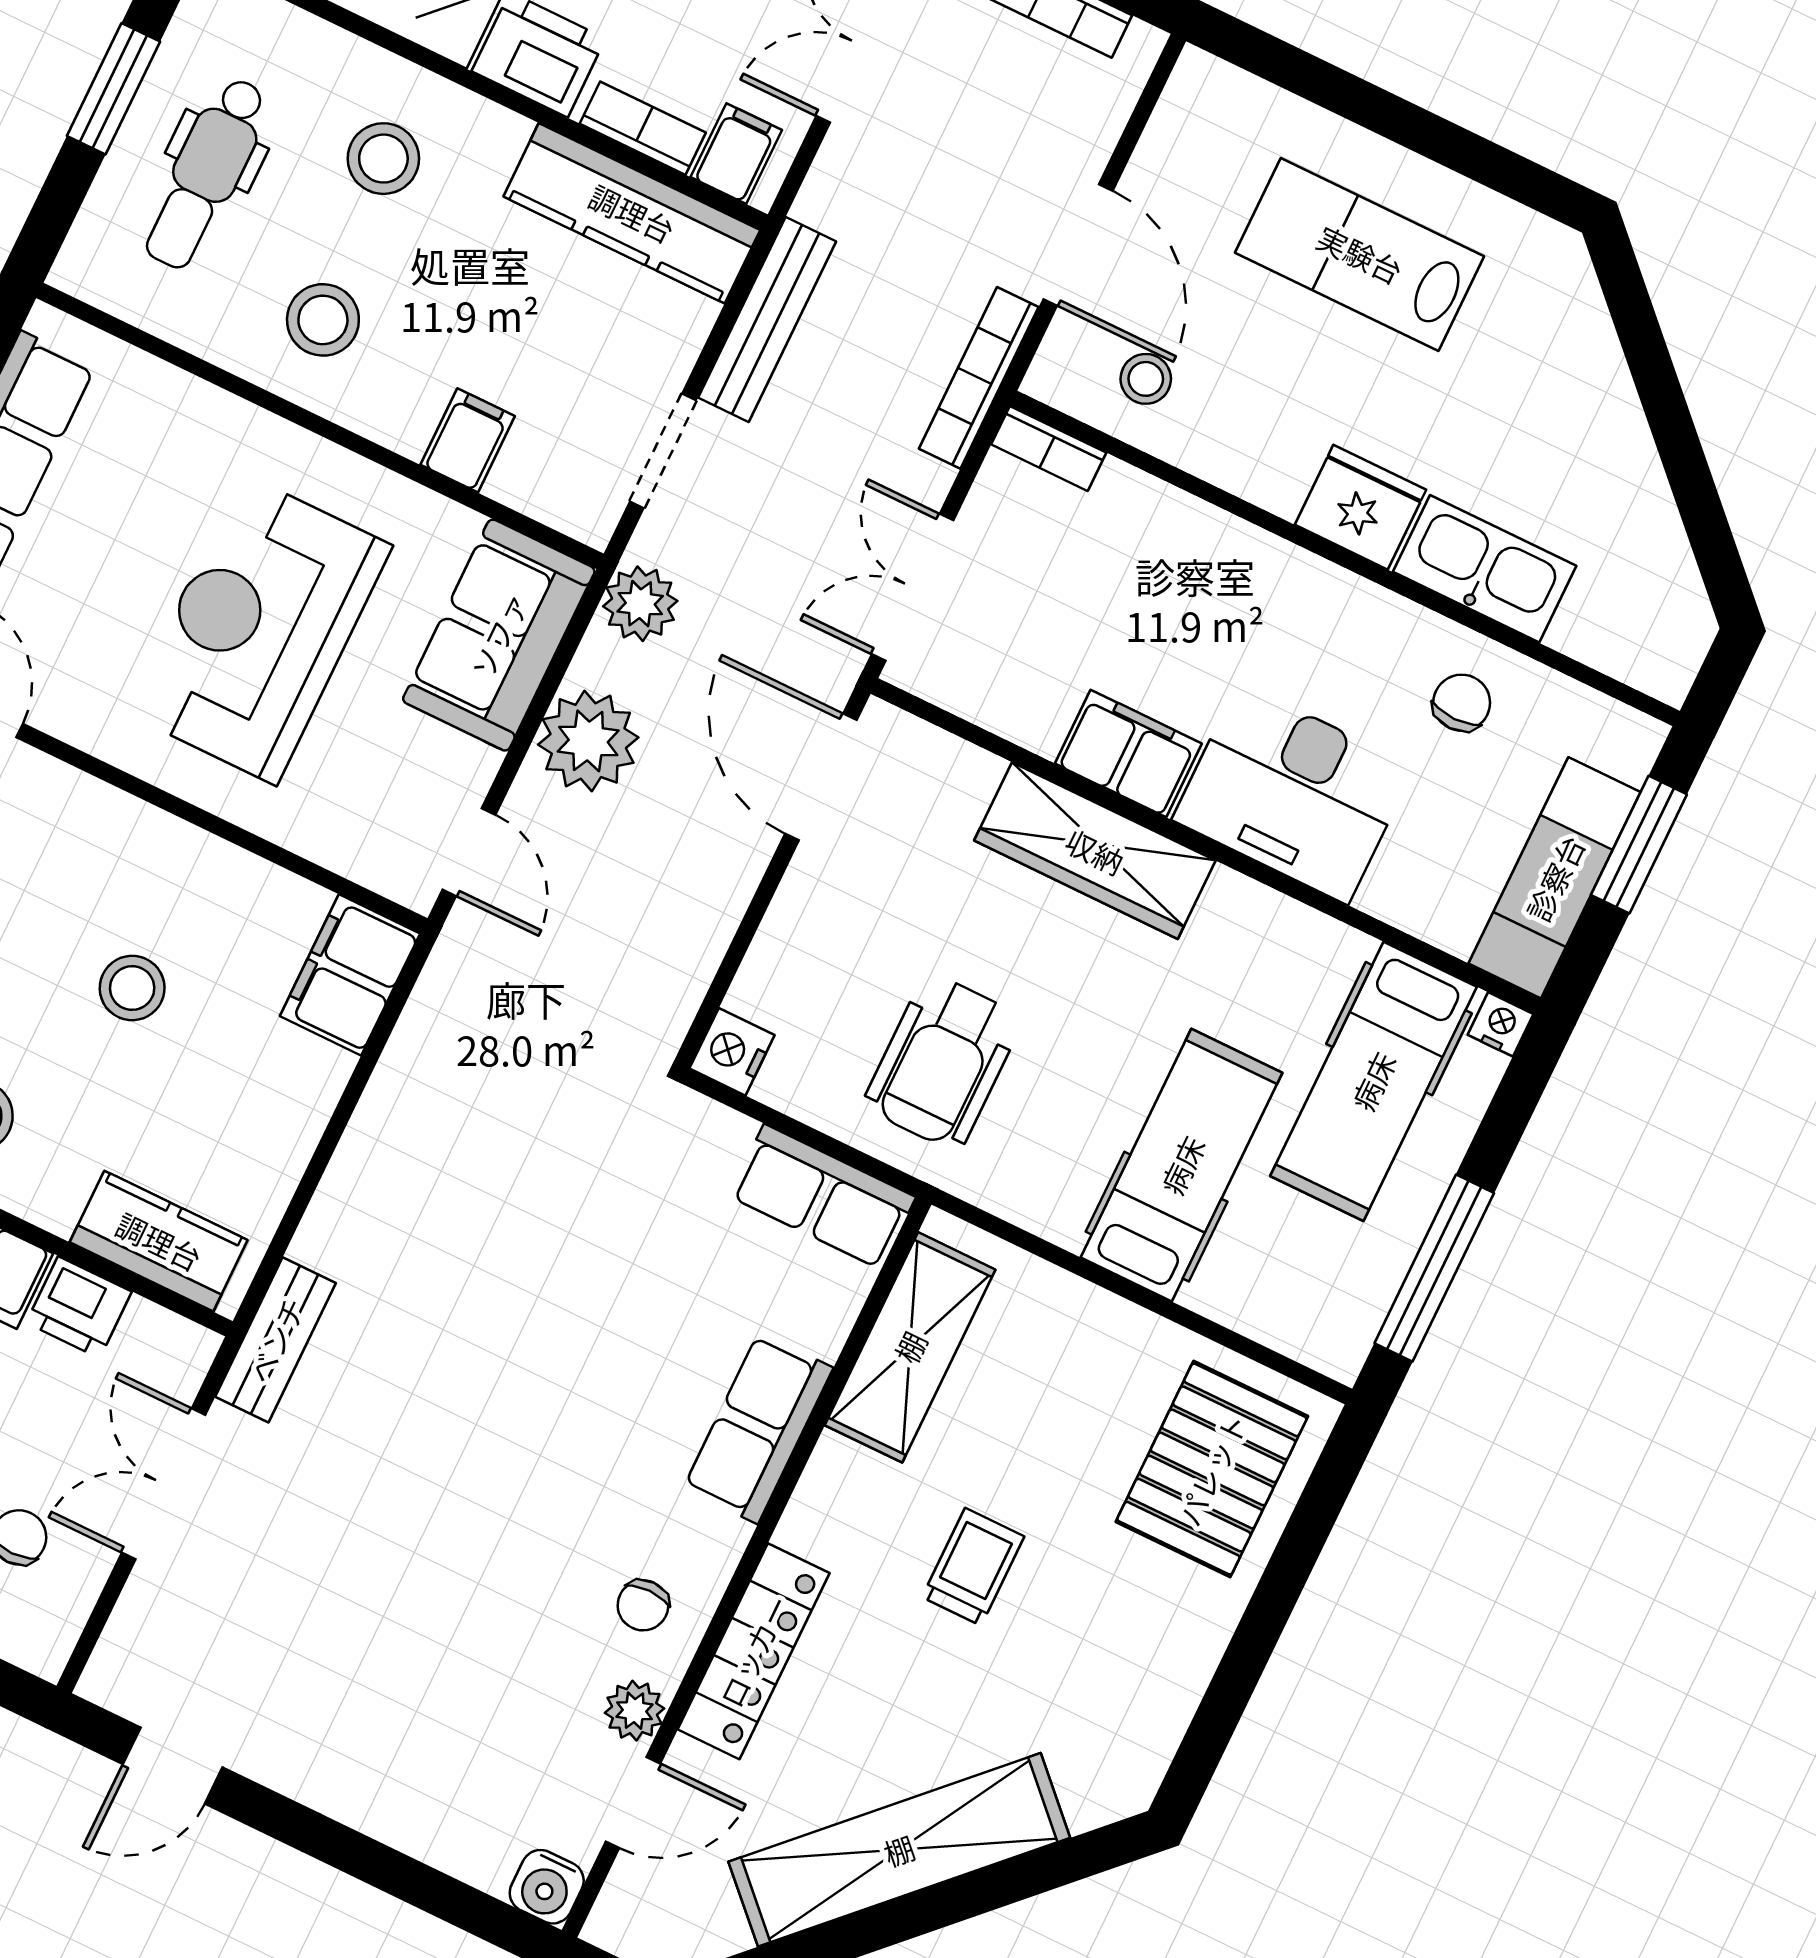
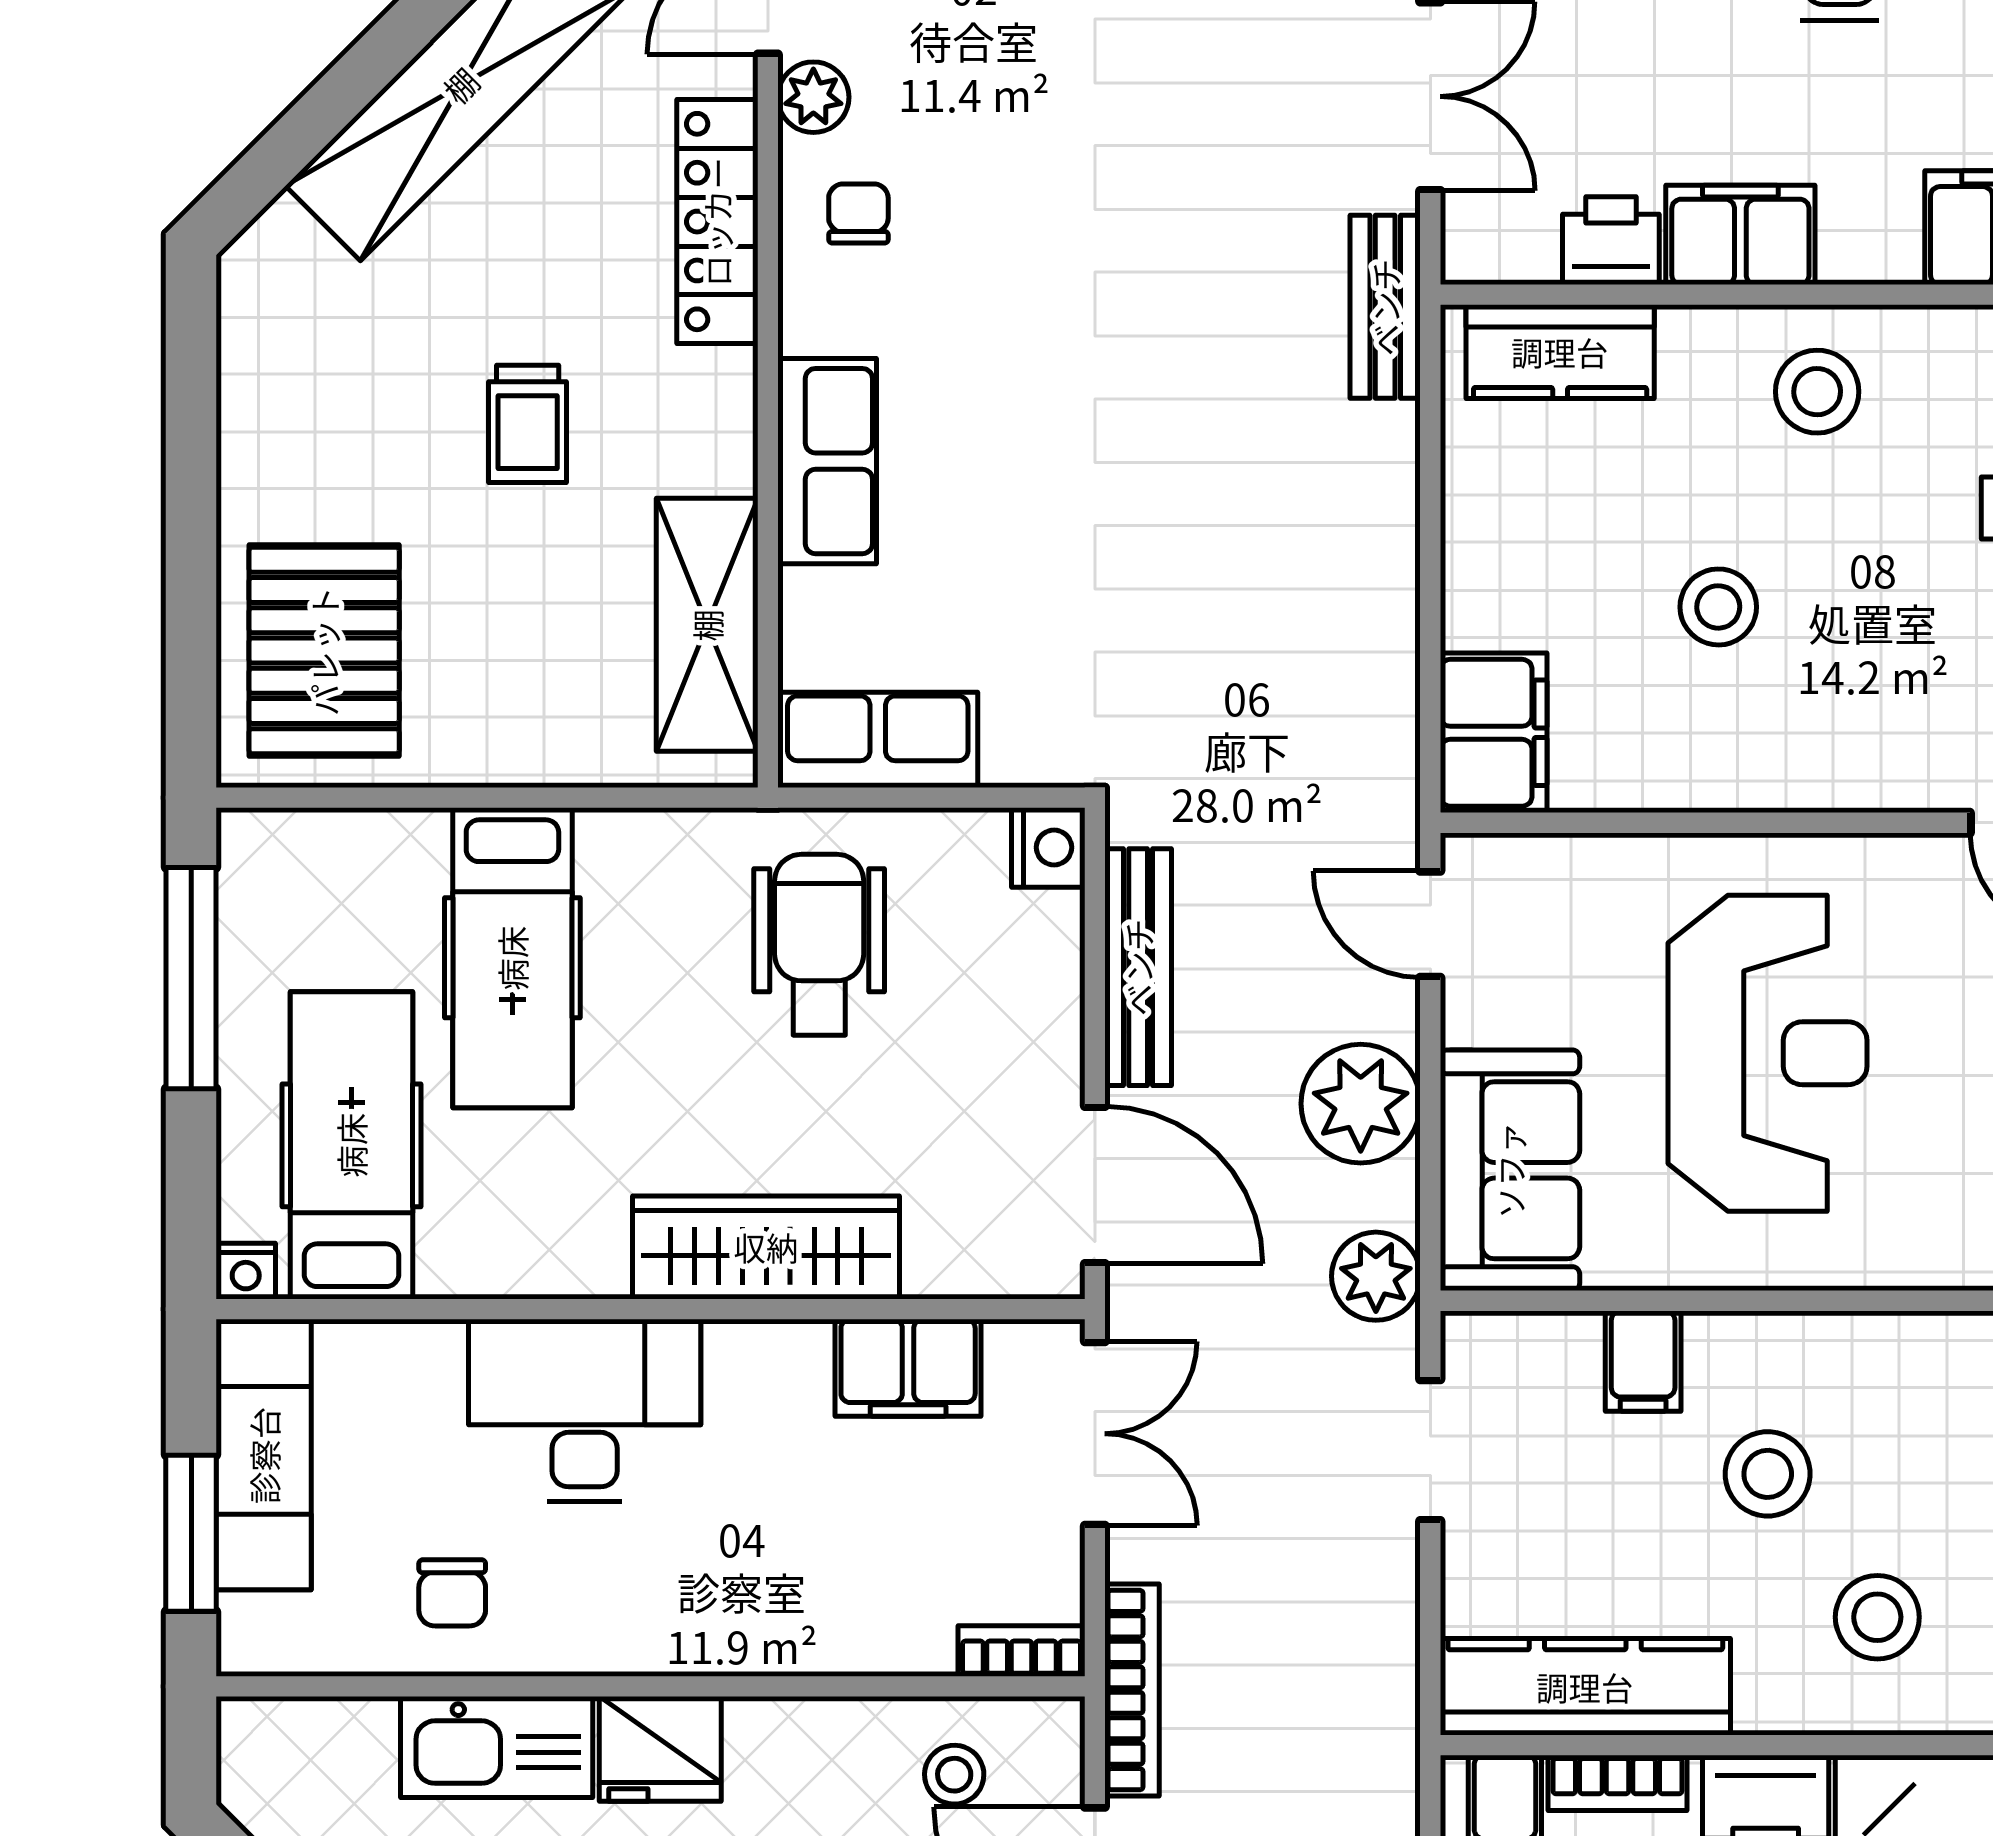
bench: (767, 319) -> (1138, 967), moved
stool: (323, 320) -> (1768, 1474), moved
filing cabinet: (1128, 754) -> (908, 1368), moved

